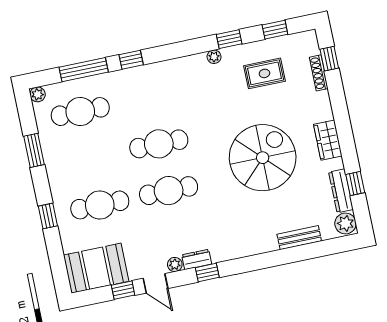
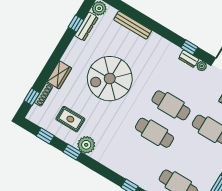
plant: (214, 57) -> (86, 145), width x1.88, depth x1.88
wardrobe: (328, 140) -> (59, 75), moved
bench: (299, 238) -> (133, 25), width x1.36

